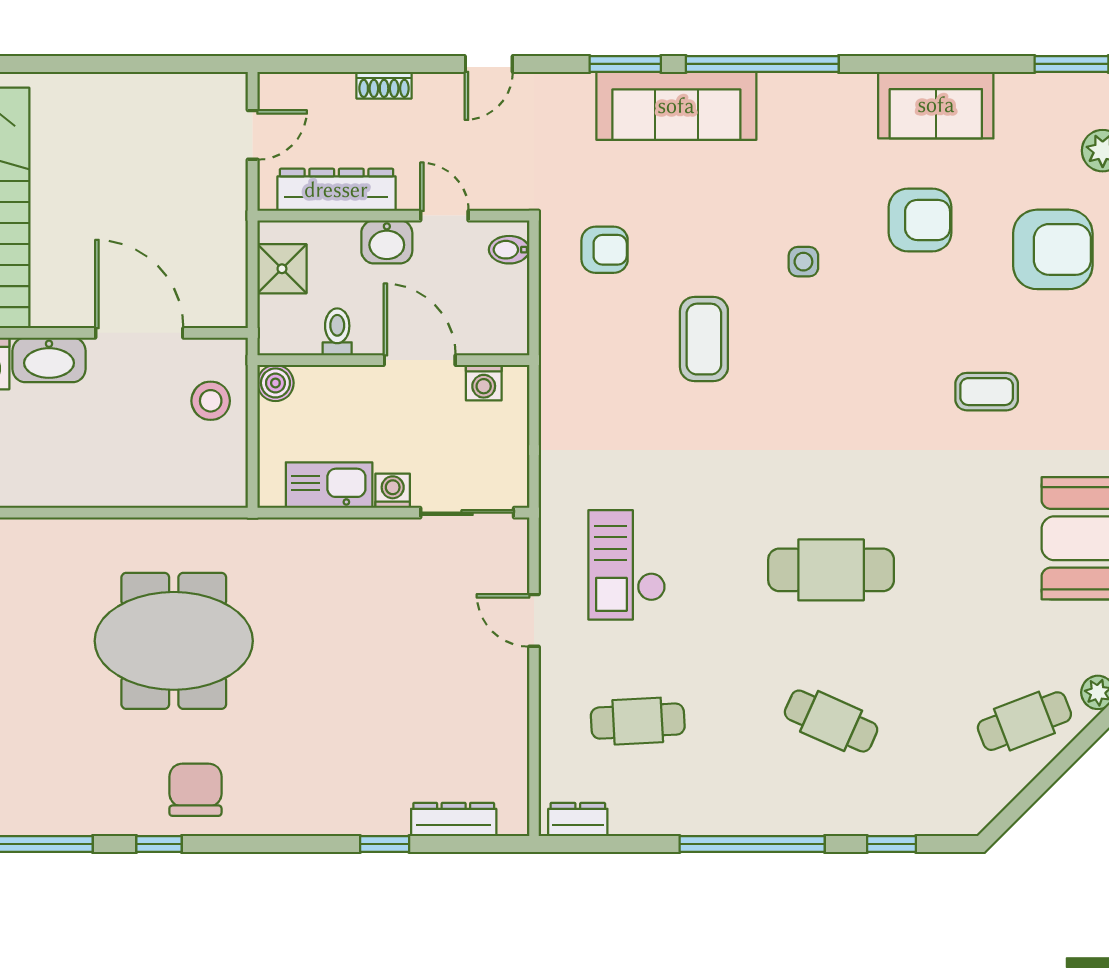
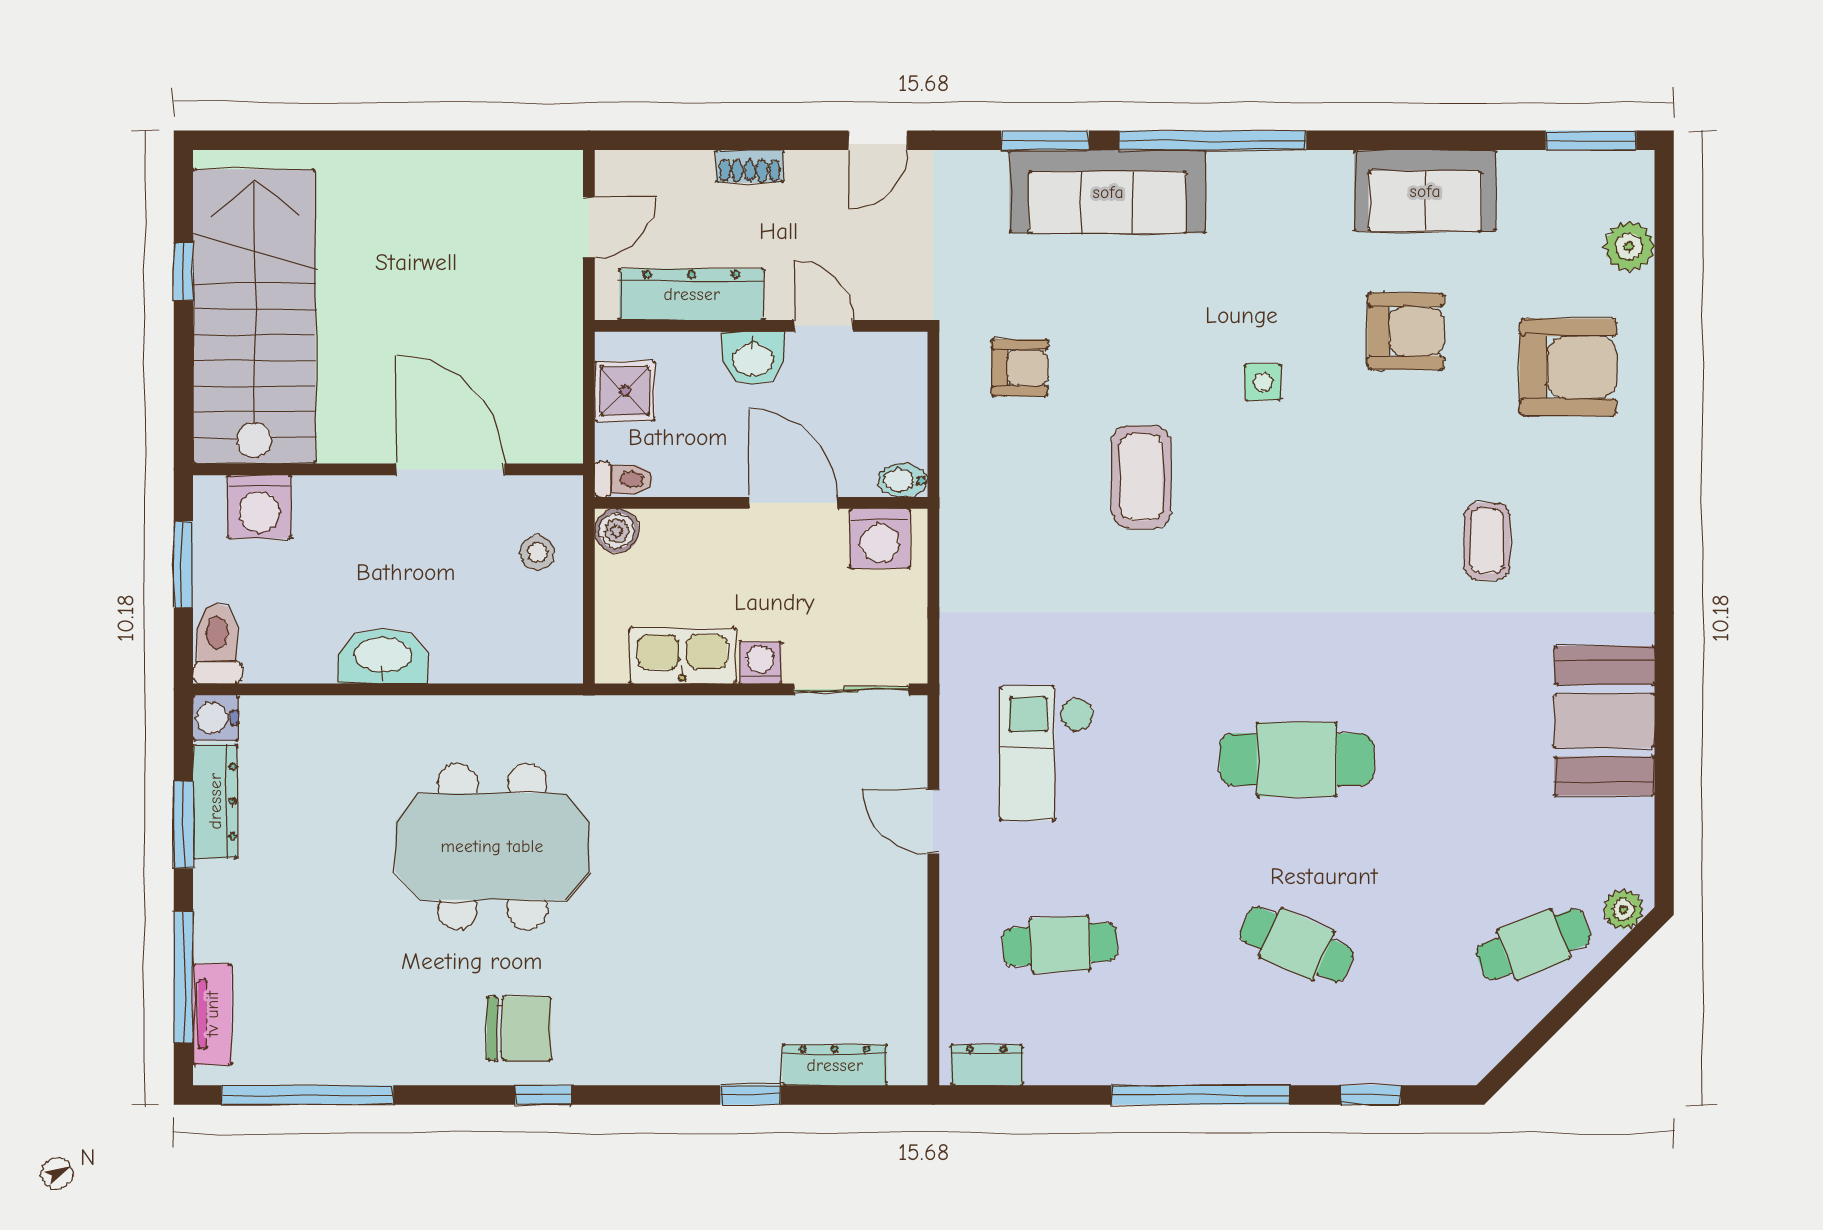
bidet: (509, 250) -> (903, 480), moved
toilet: (337, 332) -> (624, 479), moved, turned 90
washbasin: (49, 360) -> (383, 656), moved, turned 180
washing machine: (484, 383) -> (880, 539), width x1.38, depth x1.38
coffee table: (987, 392) -> (1487, 541), turned 90
stool: (211, 401) -> (538, 553), width x0.73, depth x0.73
chair: (195, 790) -> (519, 1029), turned 90
window: (159, 844) -> (543, 1095), moved

